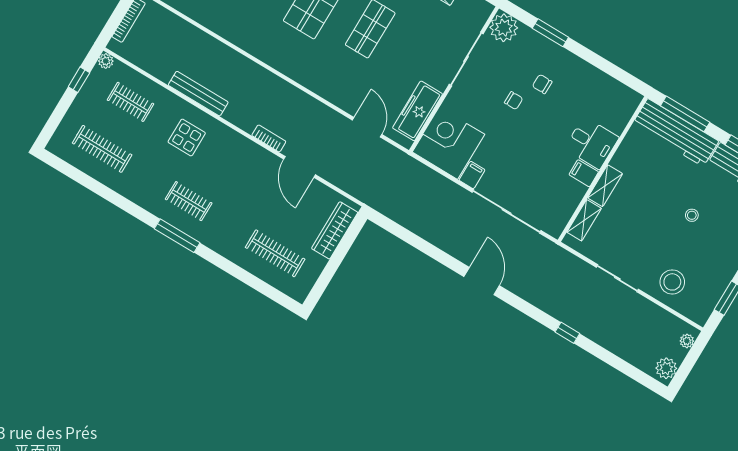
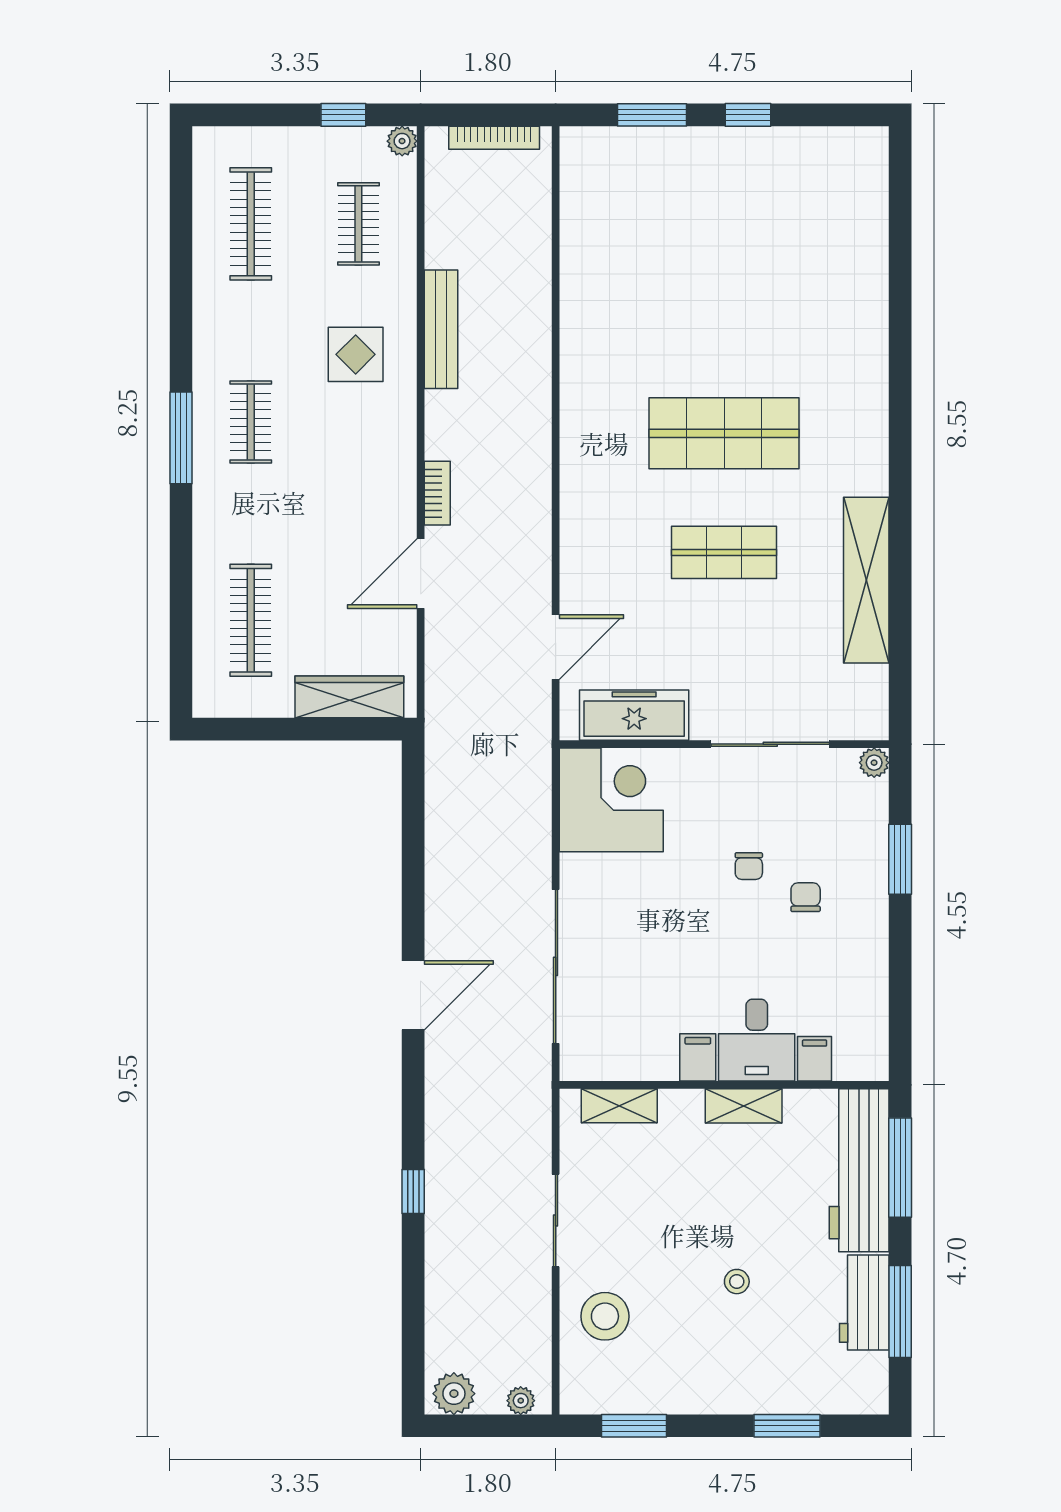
plant: (504, 28) -> (874, 763), width x0.53, depth x0.53
filing cabinet: (472, 175) -> (815, 1059), moved, turned -90
shelving: (605, 186) -> (744, 1106), moved

